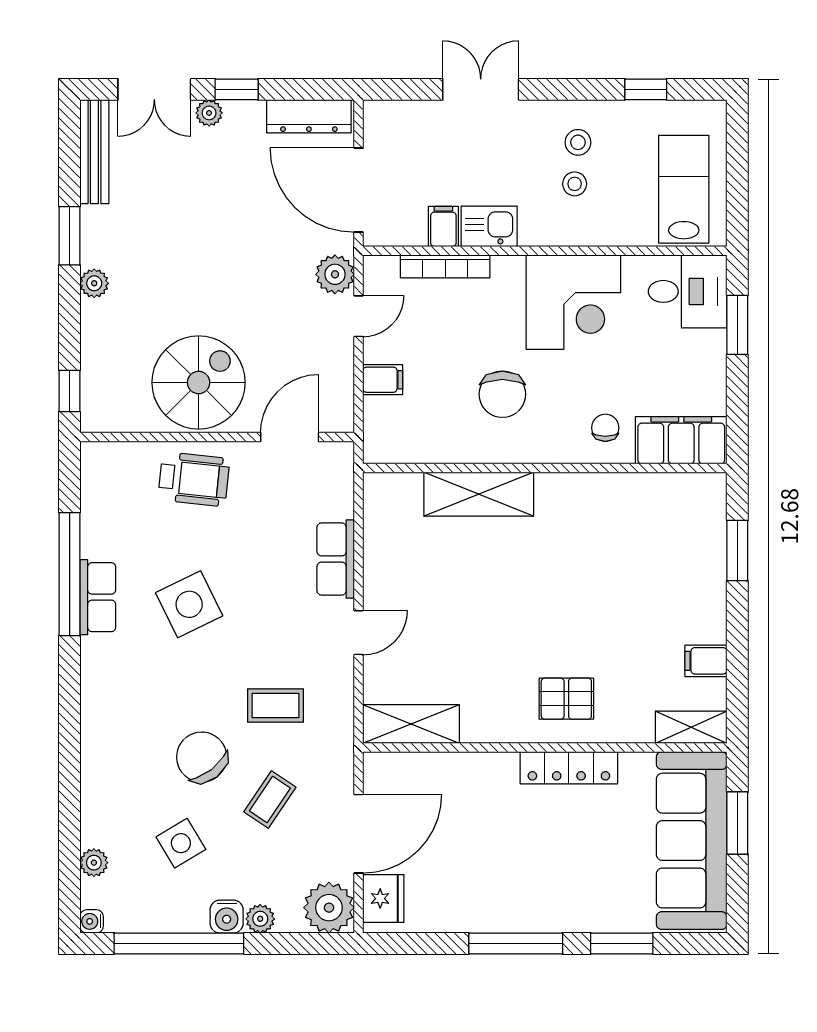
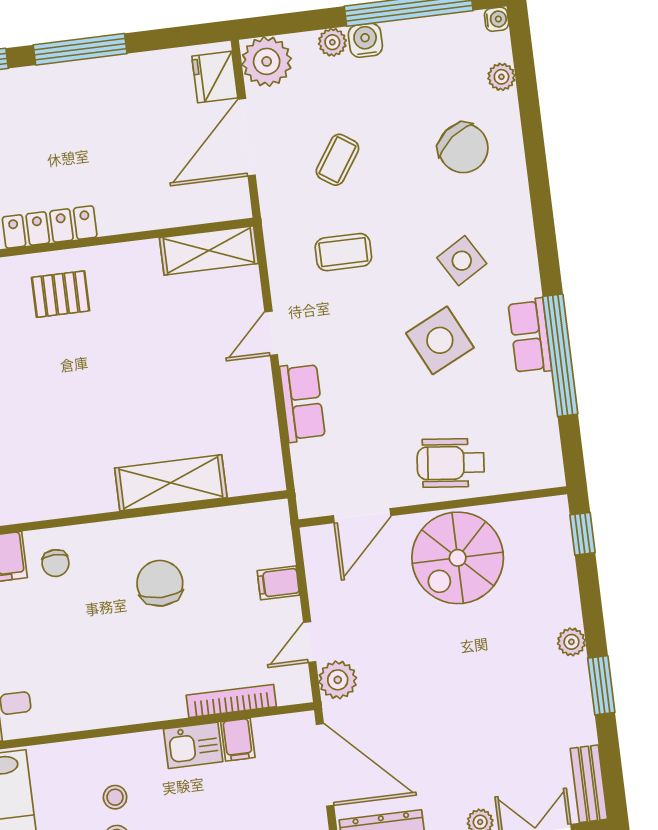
bench: (94, 152) -> (589, 784), width x0.73
corner desk: (573, 302) -> (102, 682), removed
chair: (202, 757) -> (463, 148), moved
side table: (181, 843) -> (462, 261), moved

